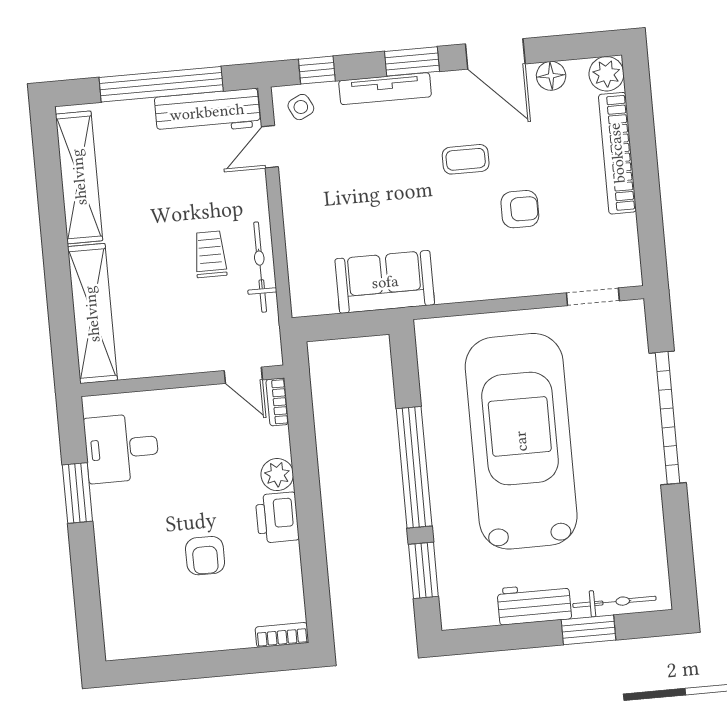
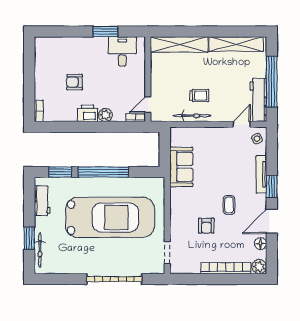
window: (317, 70) -> (272, 147), removed
door: (270, 147) -> (242, 124), hinge flipped
workbench: (534, 604) -> (42, 201), moved

